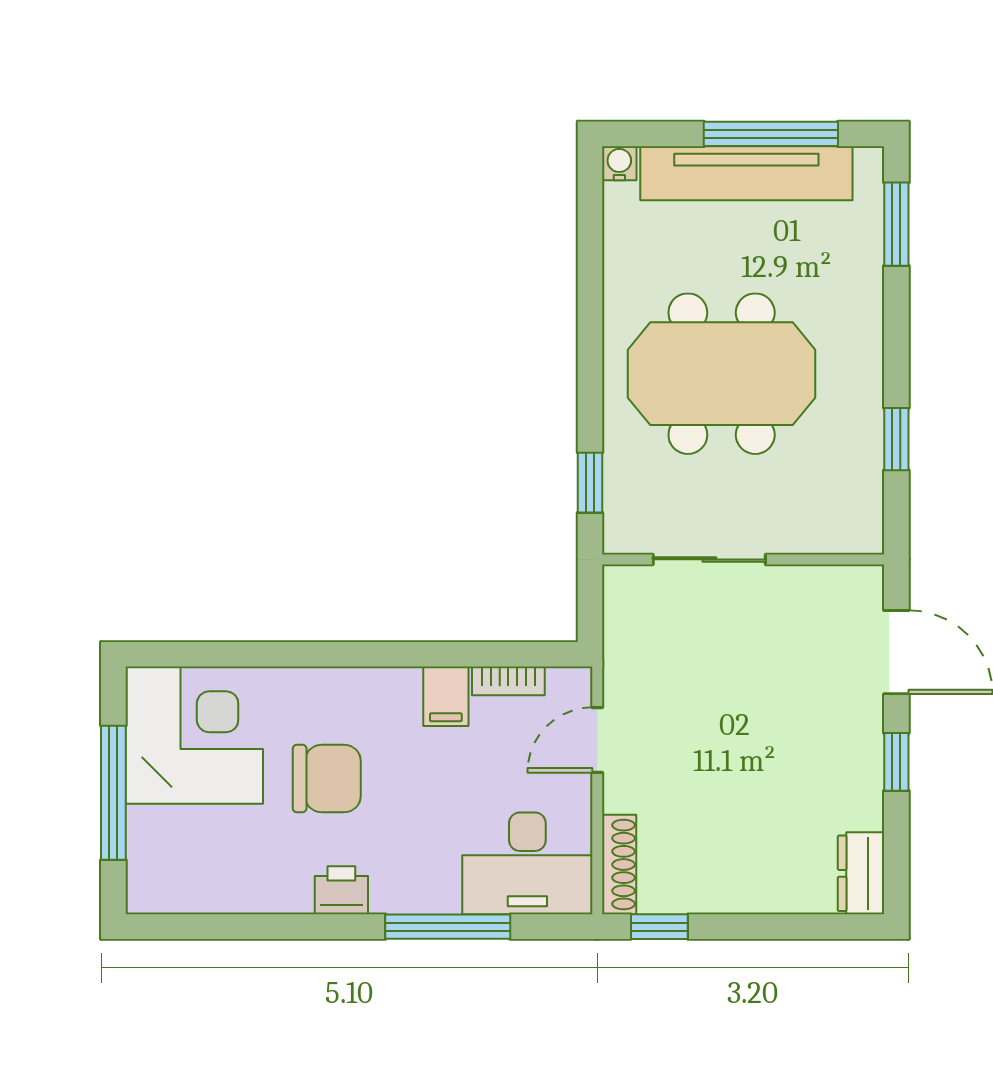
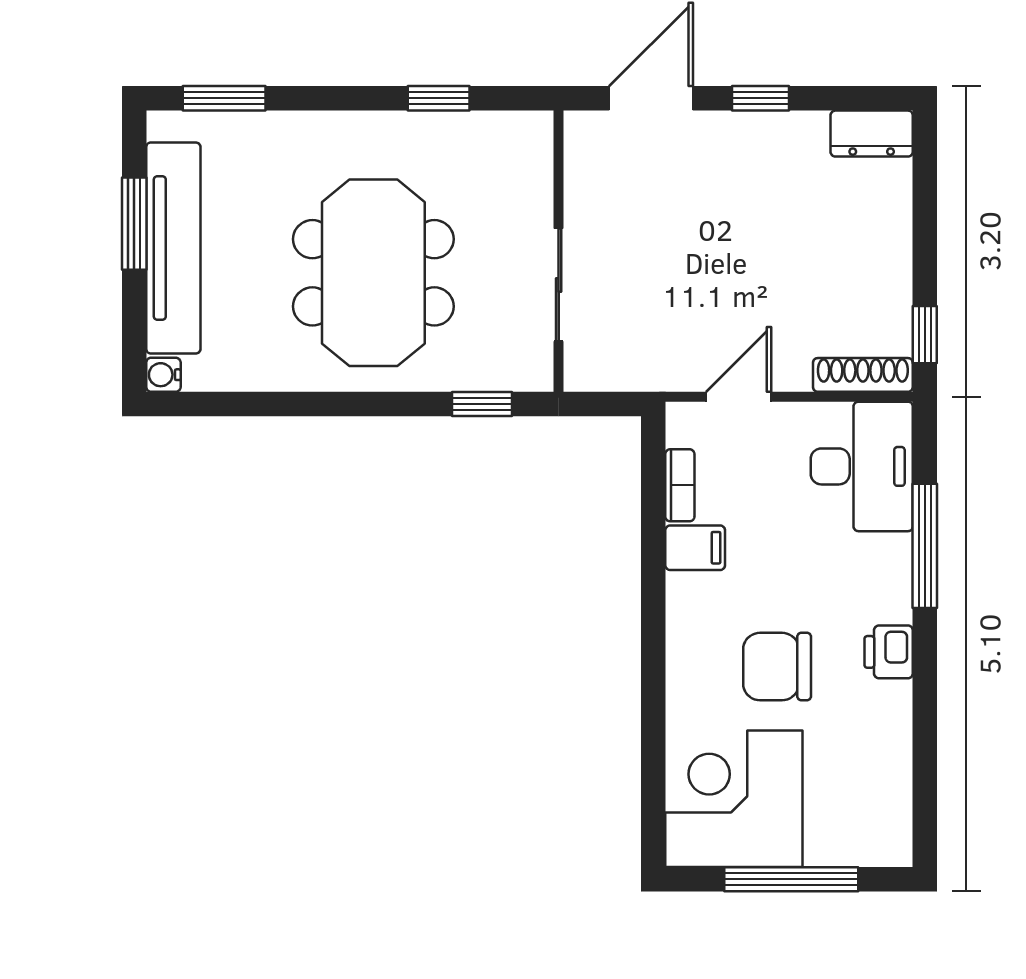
window: (771, 134) -> (134, 224), width x0.69
door: (597, 740) -> (739, 397), swing flipped
chair: (327, 778) -> (777, 667), turned -90

